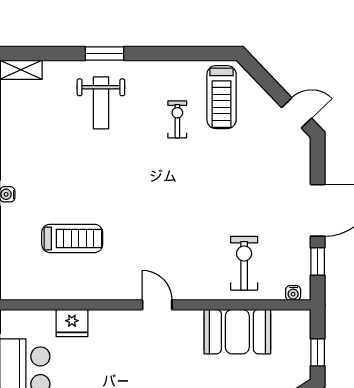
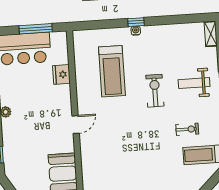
treadmill: (72, 238) -> (112, 71), width x1.37, depth x1.38
exercise bike: (244, 263) -> (155, 91), moved, turned -90

